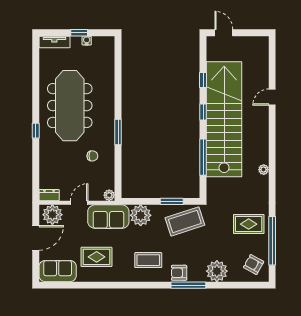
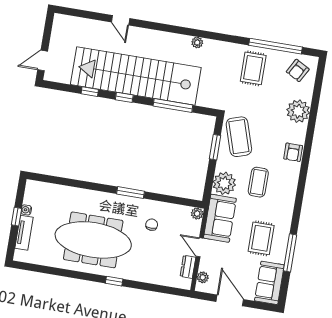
tv unit: (54, 42) -> (24, 233), moved
dresser: (49, 195) -> (188, 267), moved
plant: (52, 215) -> (203, 277), width x0.53, depth x0.53
coffee table: (148, 260) -> (258, 182), moved
window: (188, 285) -> (290, 253), moved

